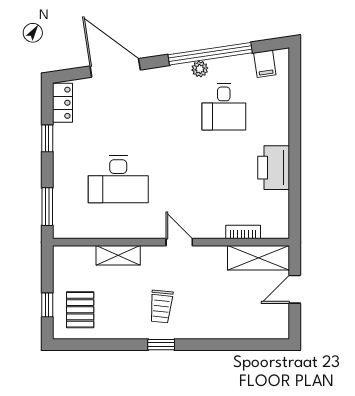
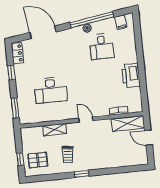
door: (295, 289) -> (148, 138), hinge flipped
trolley: (161, 307) -> (68, 155), moved
pallet: (80, 310) -> (38, 160), turned 90

